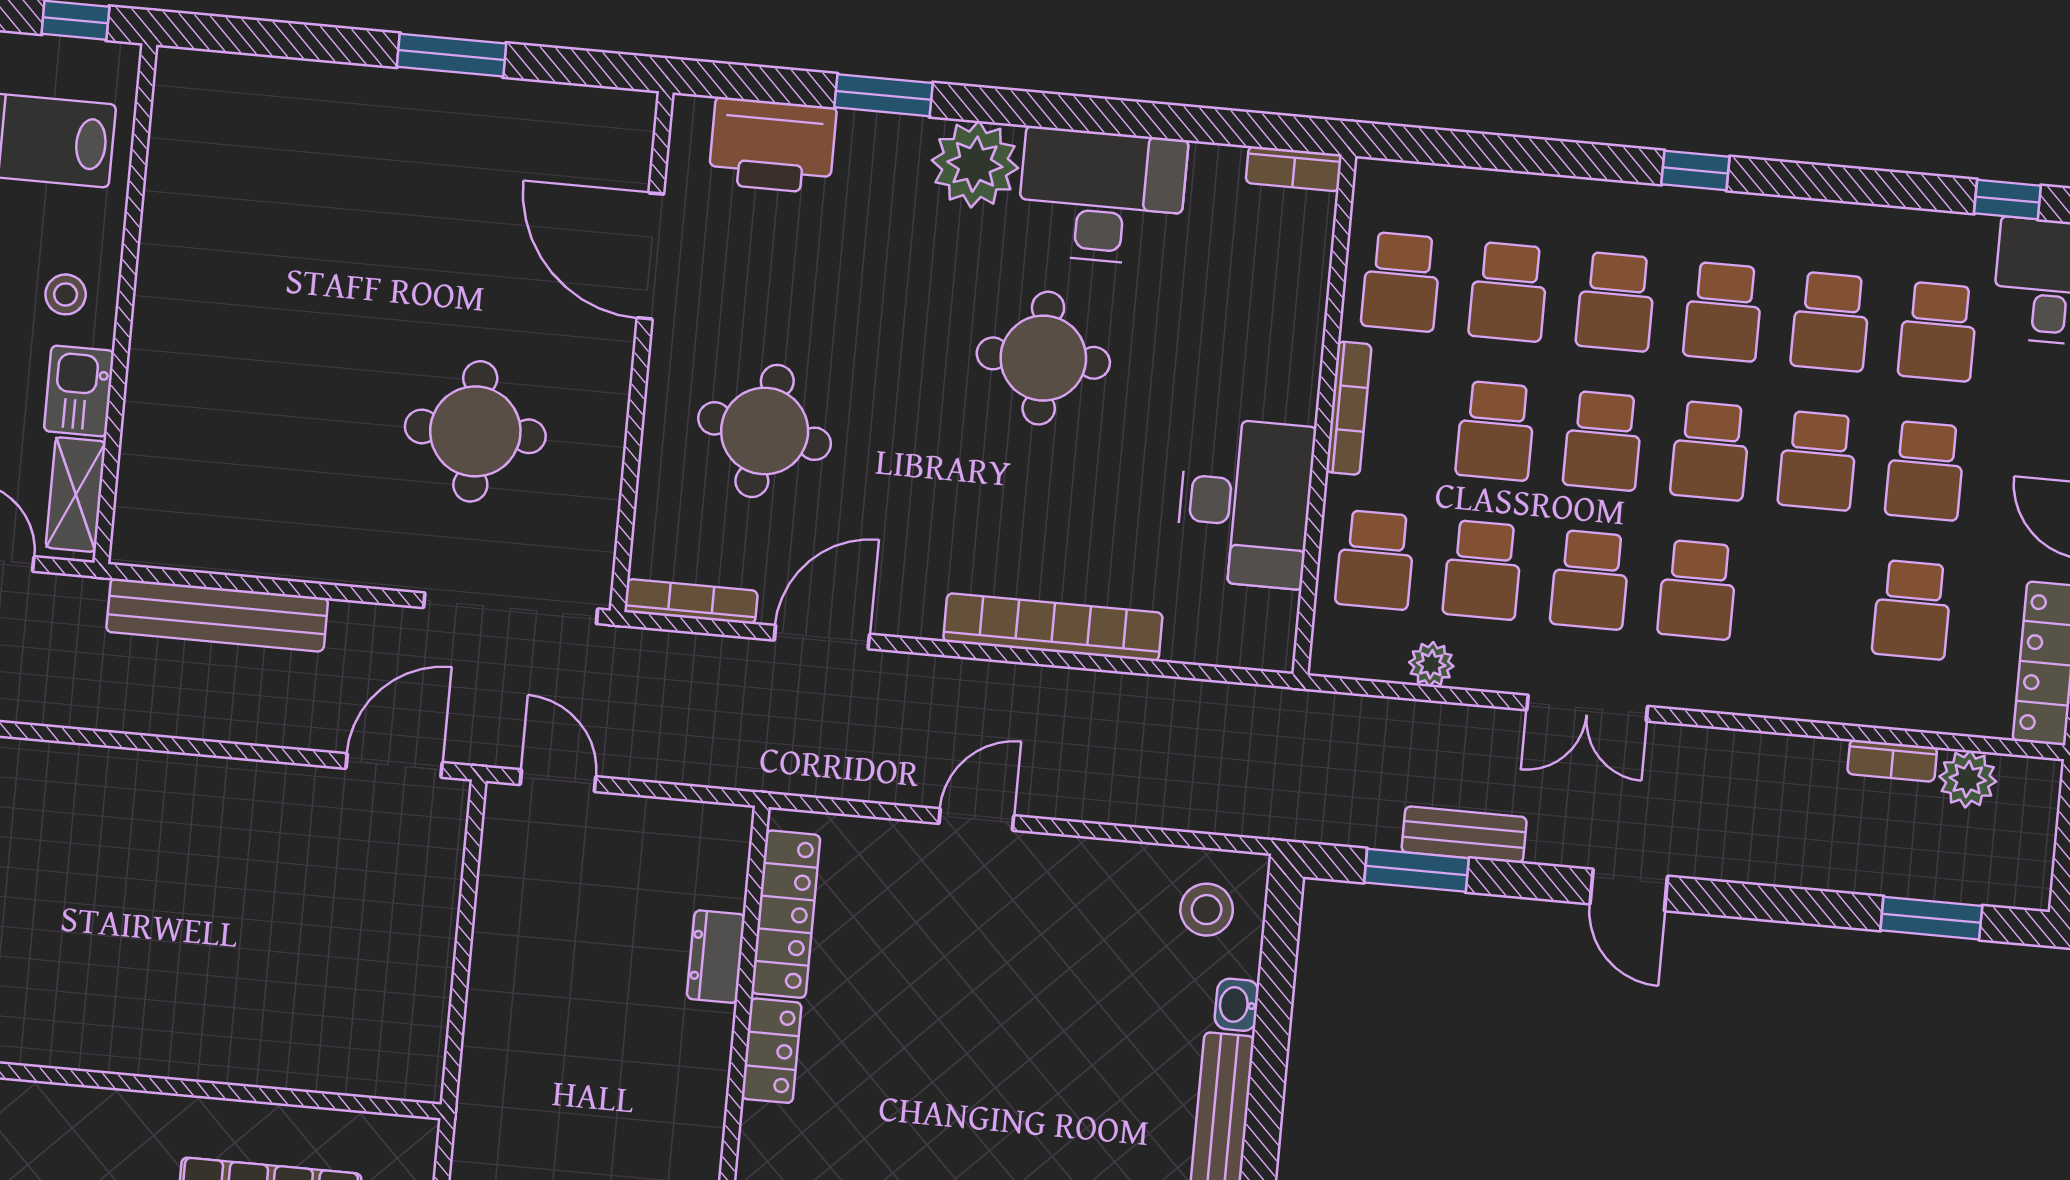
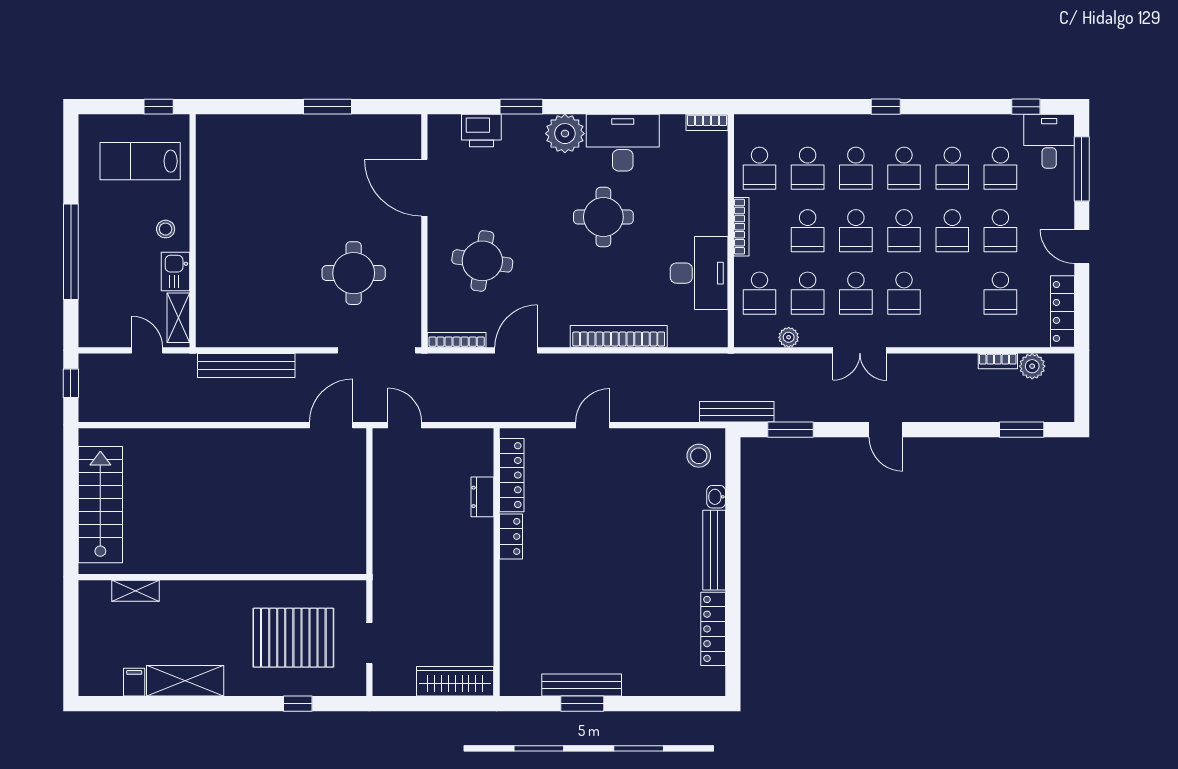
printer: (772, 146) -> (481, 130), width x0.73, depth x0.84
bench: (1464, 835) -> (737, 412), moved, width x1.36

